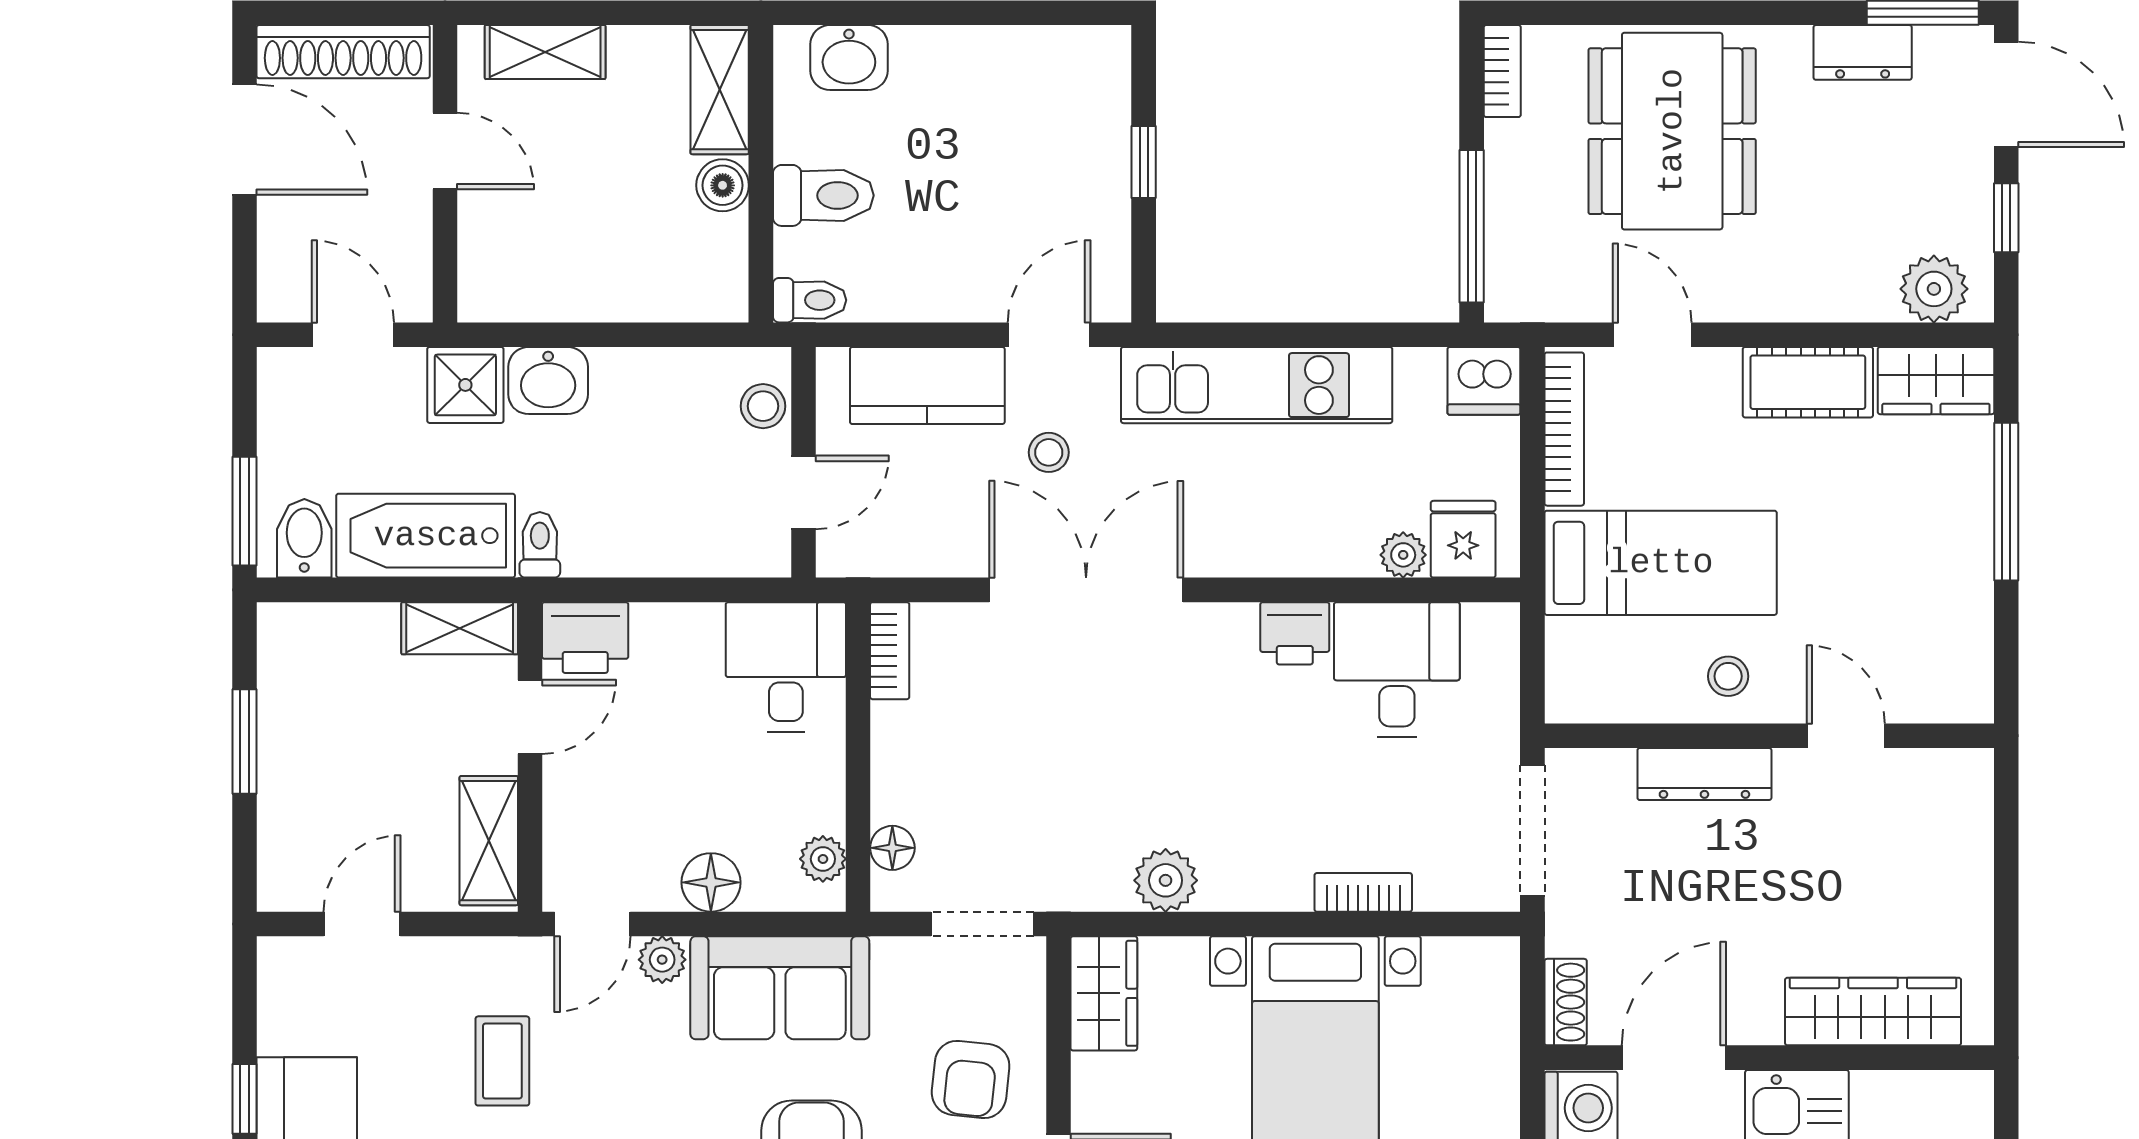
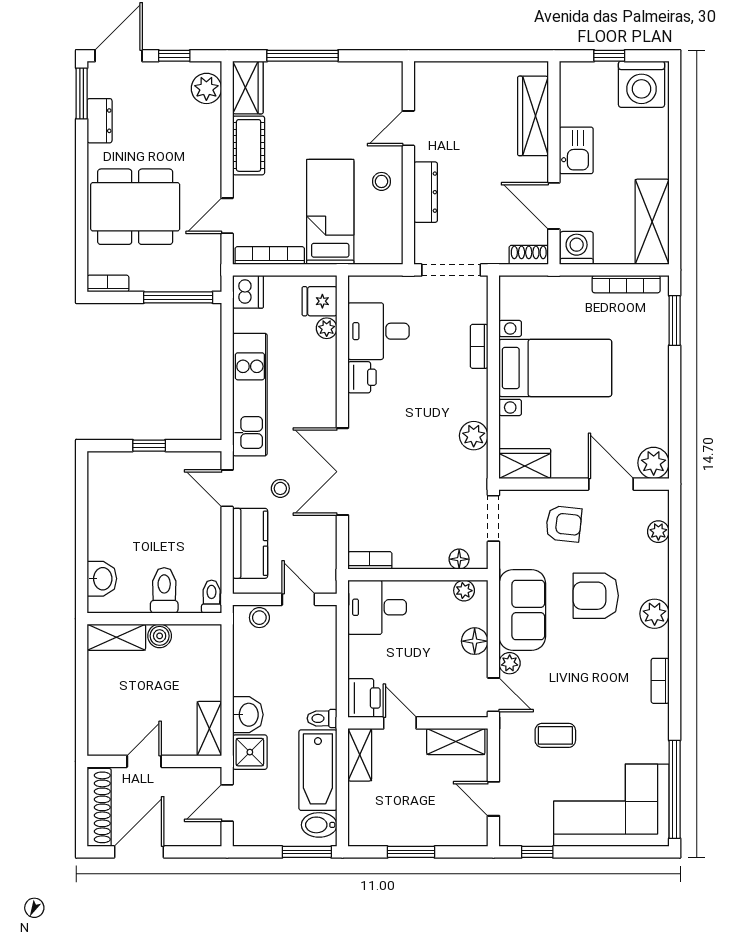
shelving: (545, 52) -> (209, 729), moved
window: (245, 1099) -> (537, 852), moved

